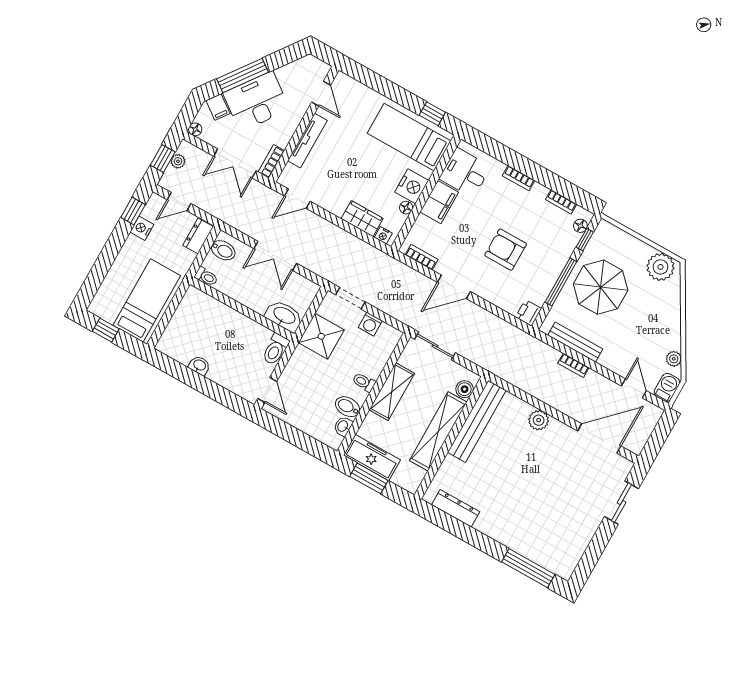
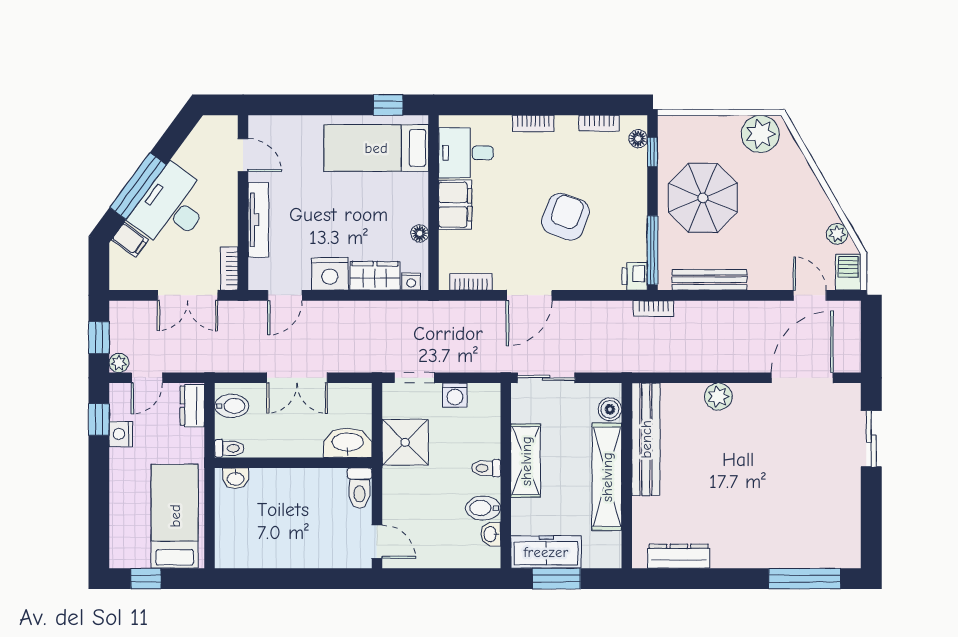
floor lamp: (195, 129) -> (118, 281), removed
plant: (178, 161) -> (119, 363), moved
nightstand: (412, 186) -> (330, 274), moved, turned 90
armchair: (506, 250) -> (565, 217), turned 110
window: (561, 282) -> (652, 250), moved
washbasin: (199, 365) -> (236, 478), moved, turned 180
bookcase: (573, 365) -> (653, 309), moved

